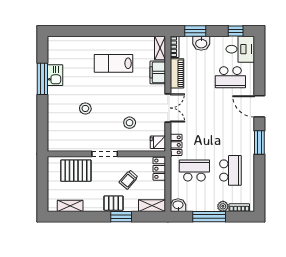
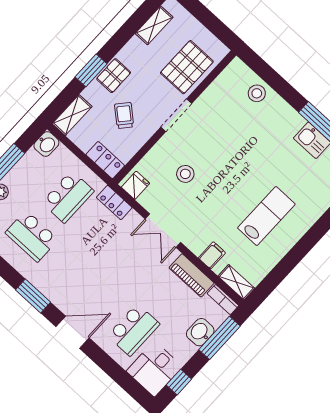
window: (195, 31) -> (219, 338), width x1.44
filing cabinet: (158, 72) -> (212, 255), width x0.50
school desk: (230, 77) -> (134, 330), turned 180
stool: (85, 108) -> (257, 93), moved

